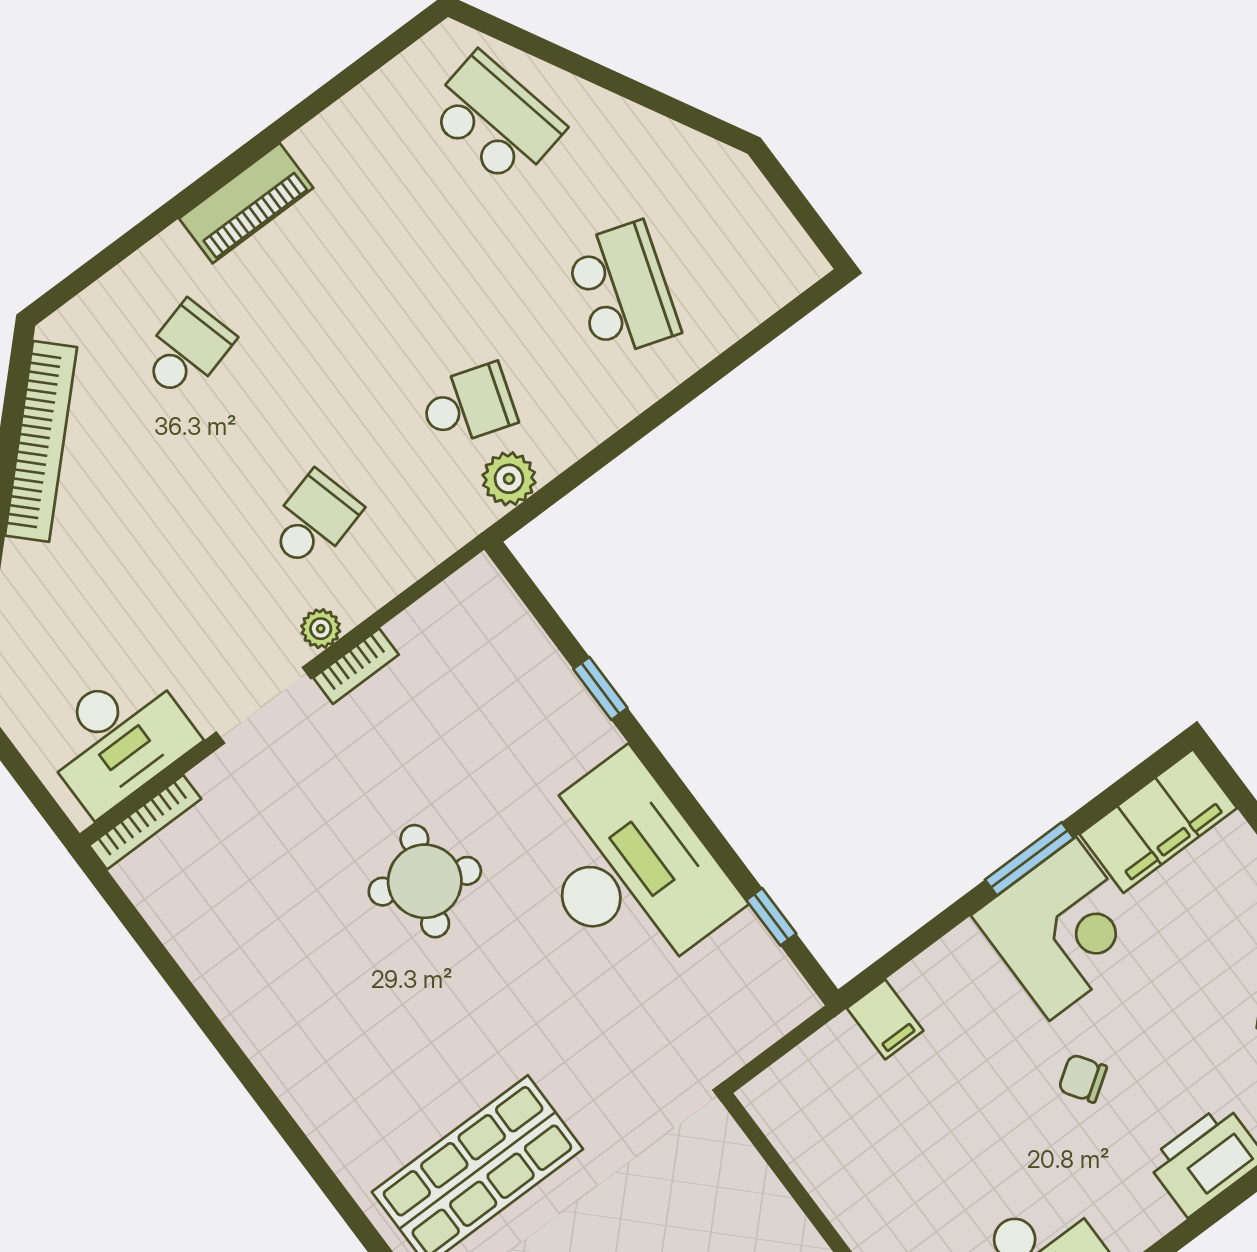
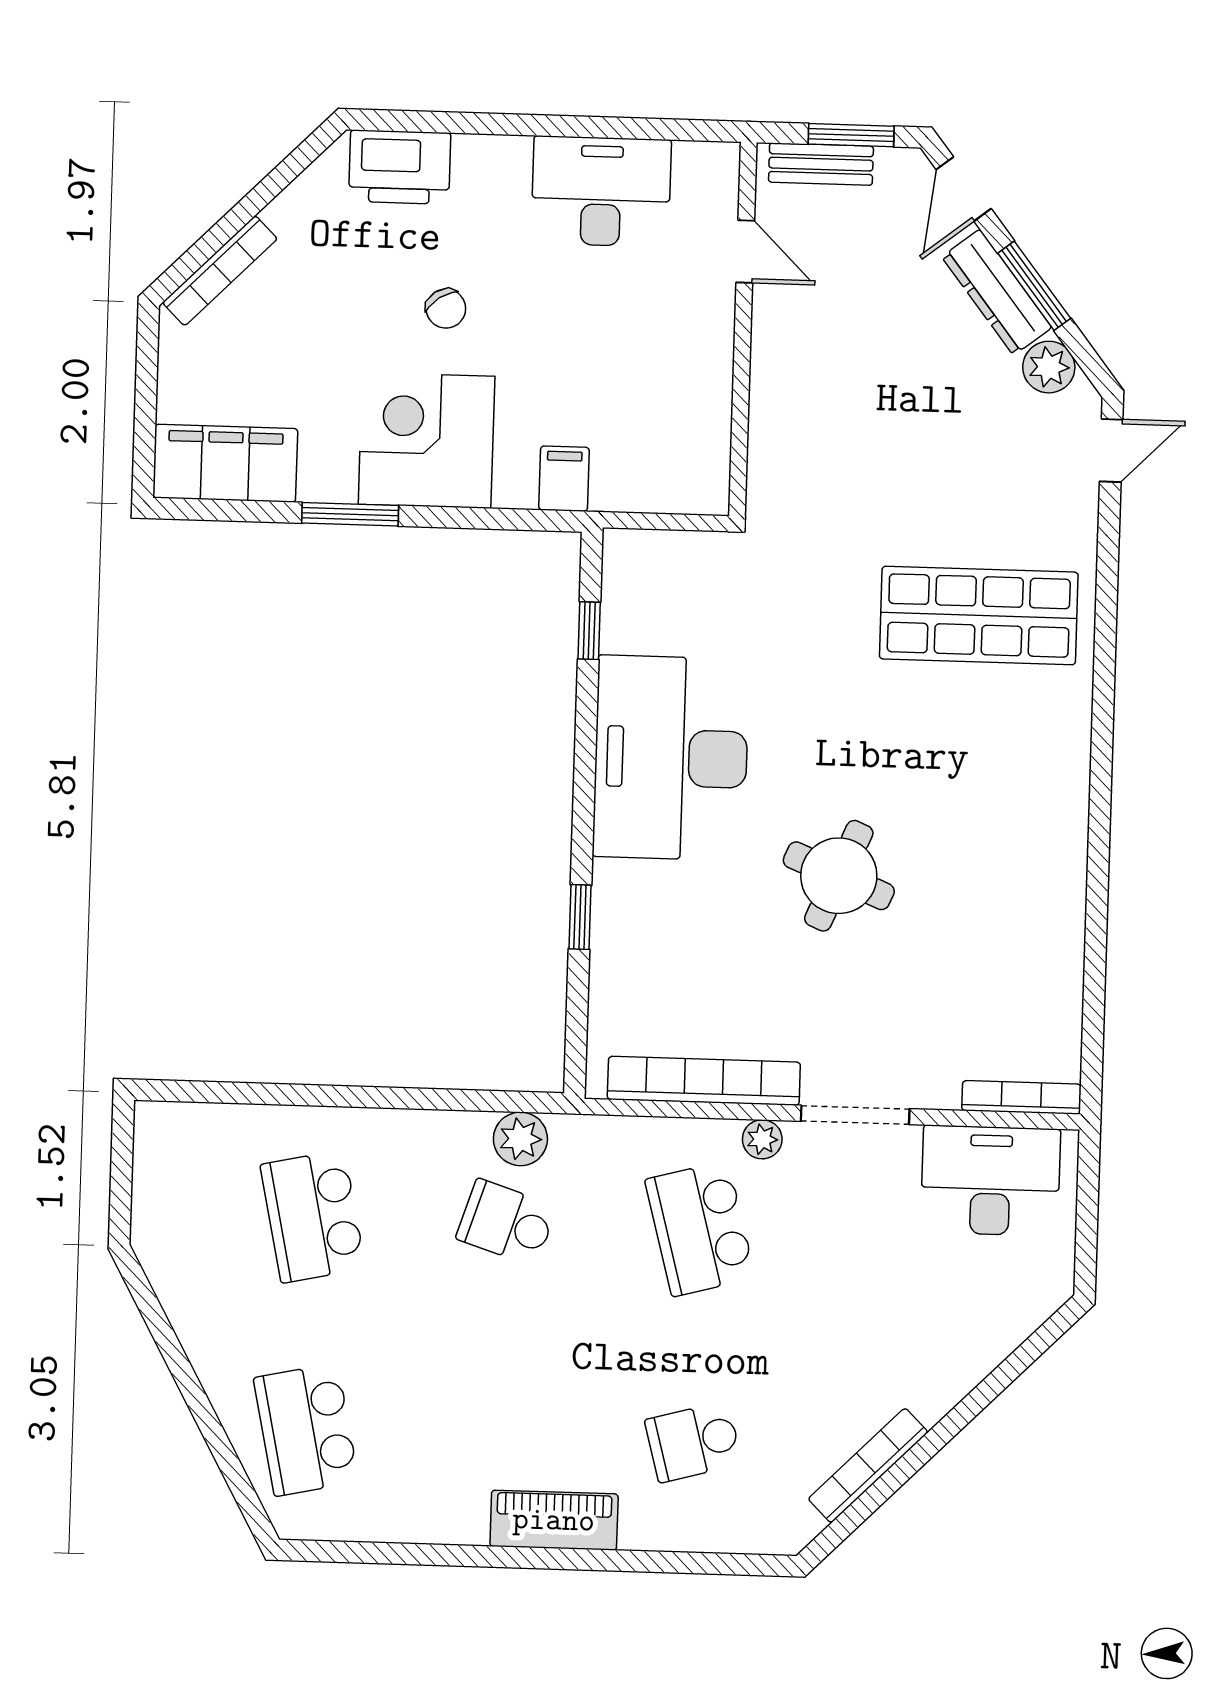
school desk: (622, 290) -> (313, 1216), turned -30
bookcase: (41, 441) -> (868, 1465), width x0.68, depth x0.76
school desk: (314, 521) -> (700, 1229), width x1.85
bookcase: (356, 666) -> (704, 1081), width x2.31, depth x1.31
corner desk: (1063, 929) -> (427, 440), moved

